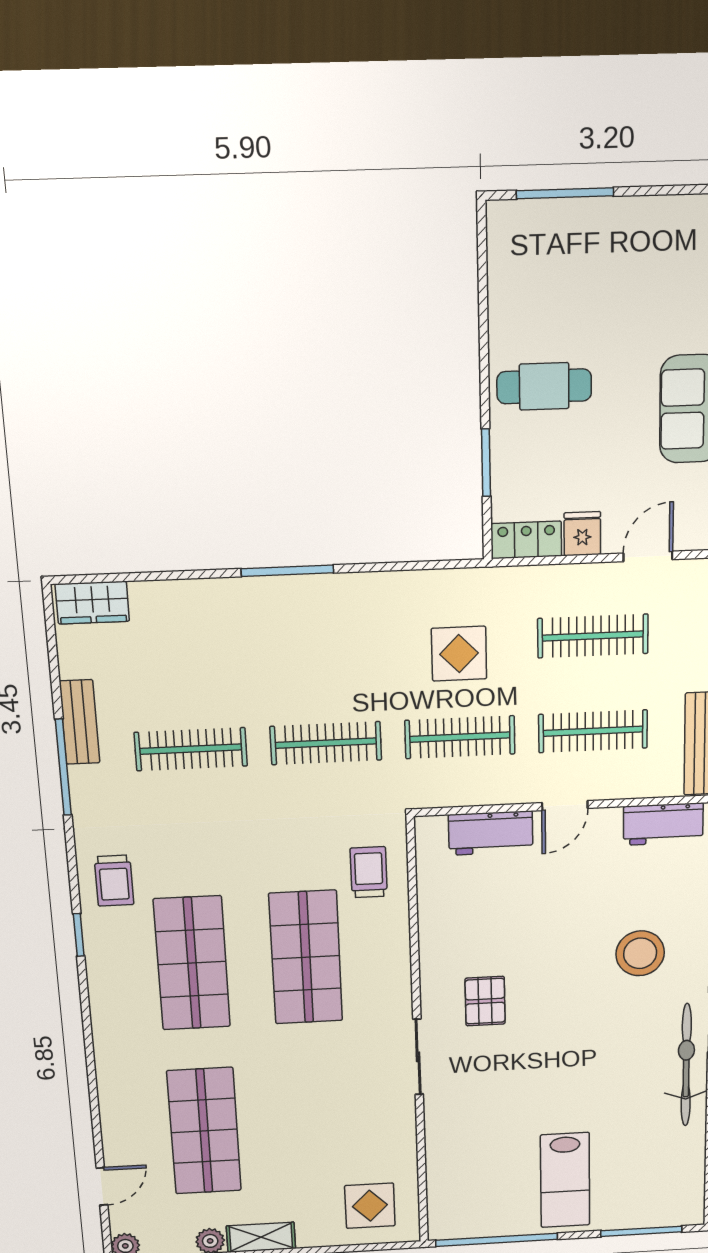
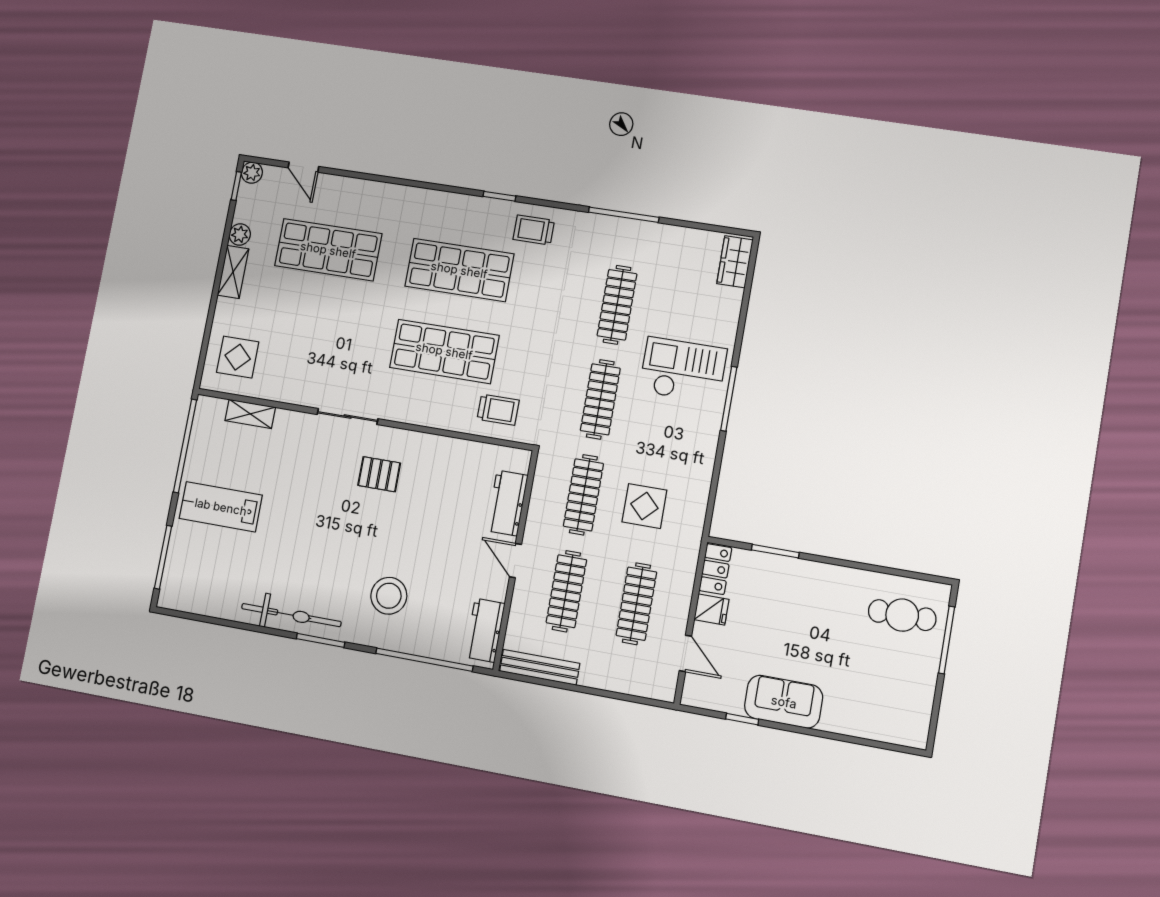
cafe table: (544, 386) -> (902, 615), moved, turned 90
checkout: (261, 642) -> (683, 370), added
bench: (80, 722) -> (653, 233), removed
shelving: (440, 1174) -> (250, 414), added

